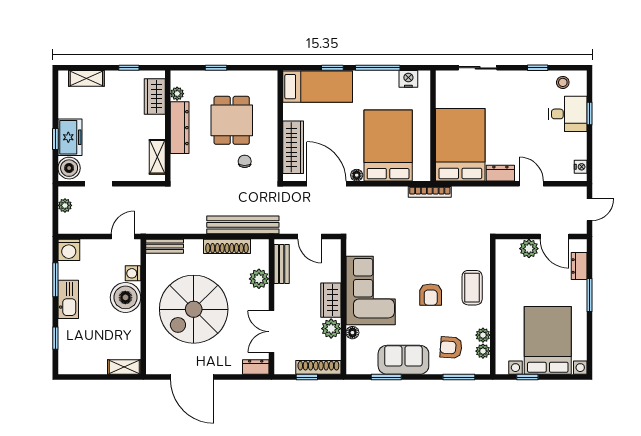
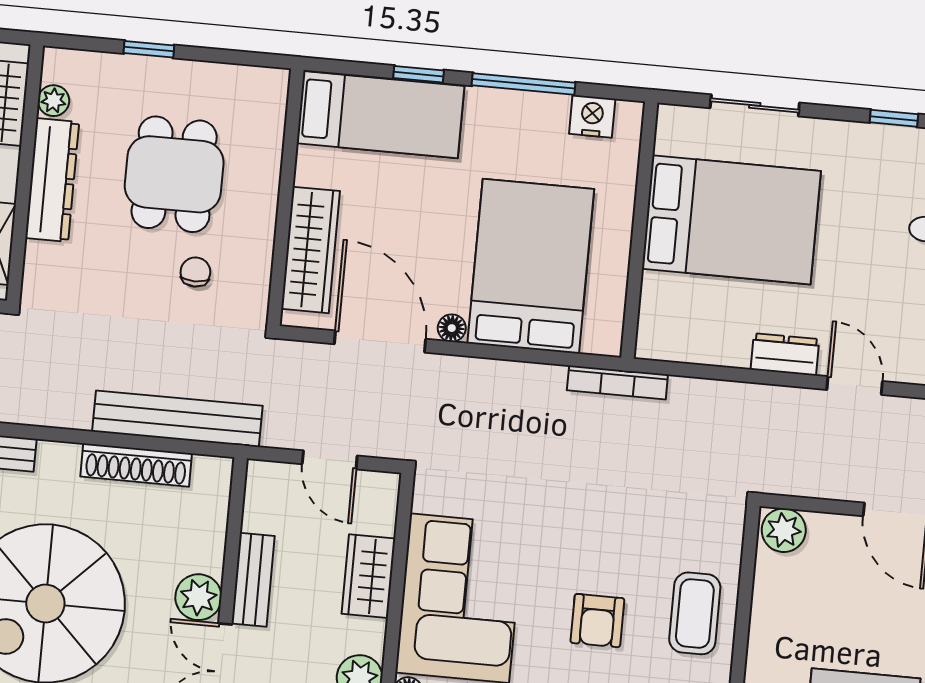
bed: (460, 145) -> (731, 220), moved, turned 90
plant: (529, 249) -> (784, 530), moved
bench: (282, 264) -> (253, 580), moved
plant: (259, 279) -> (198, 597), moved
wardrobe: (331, 300) -> (369, 576), moved

